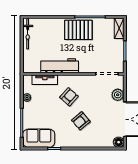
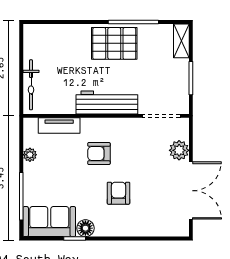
bicycle: (28, 34) -> (31, 85), moved
workbench: (60, 66) -> (107, 102), moved
armchair: (69, 97) -> (99, 154), turned -132
armchair: (81, 121) -> (118, 193), turned 130
floor lamp: (119, 142) -> (85, 228), moved

